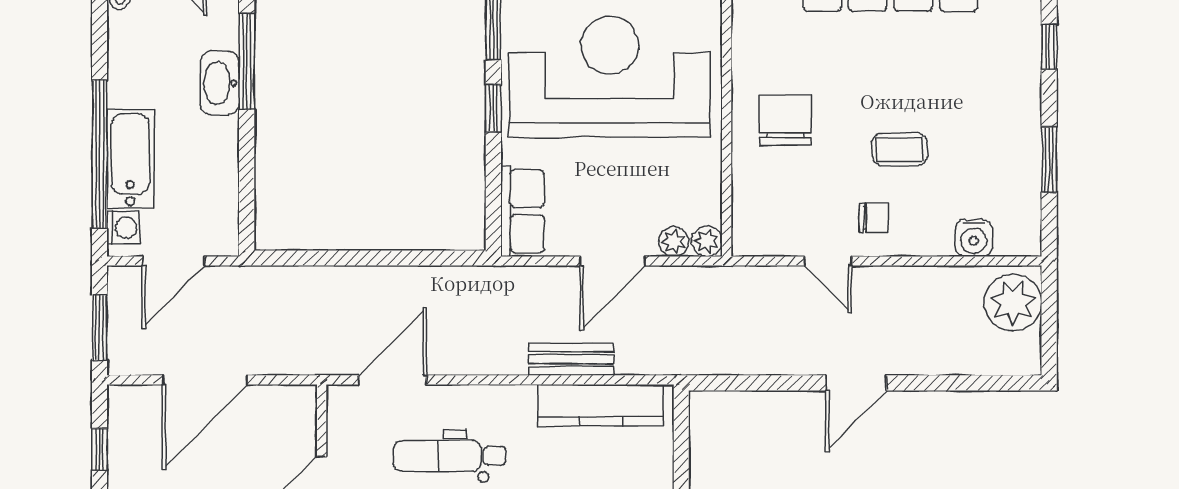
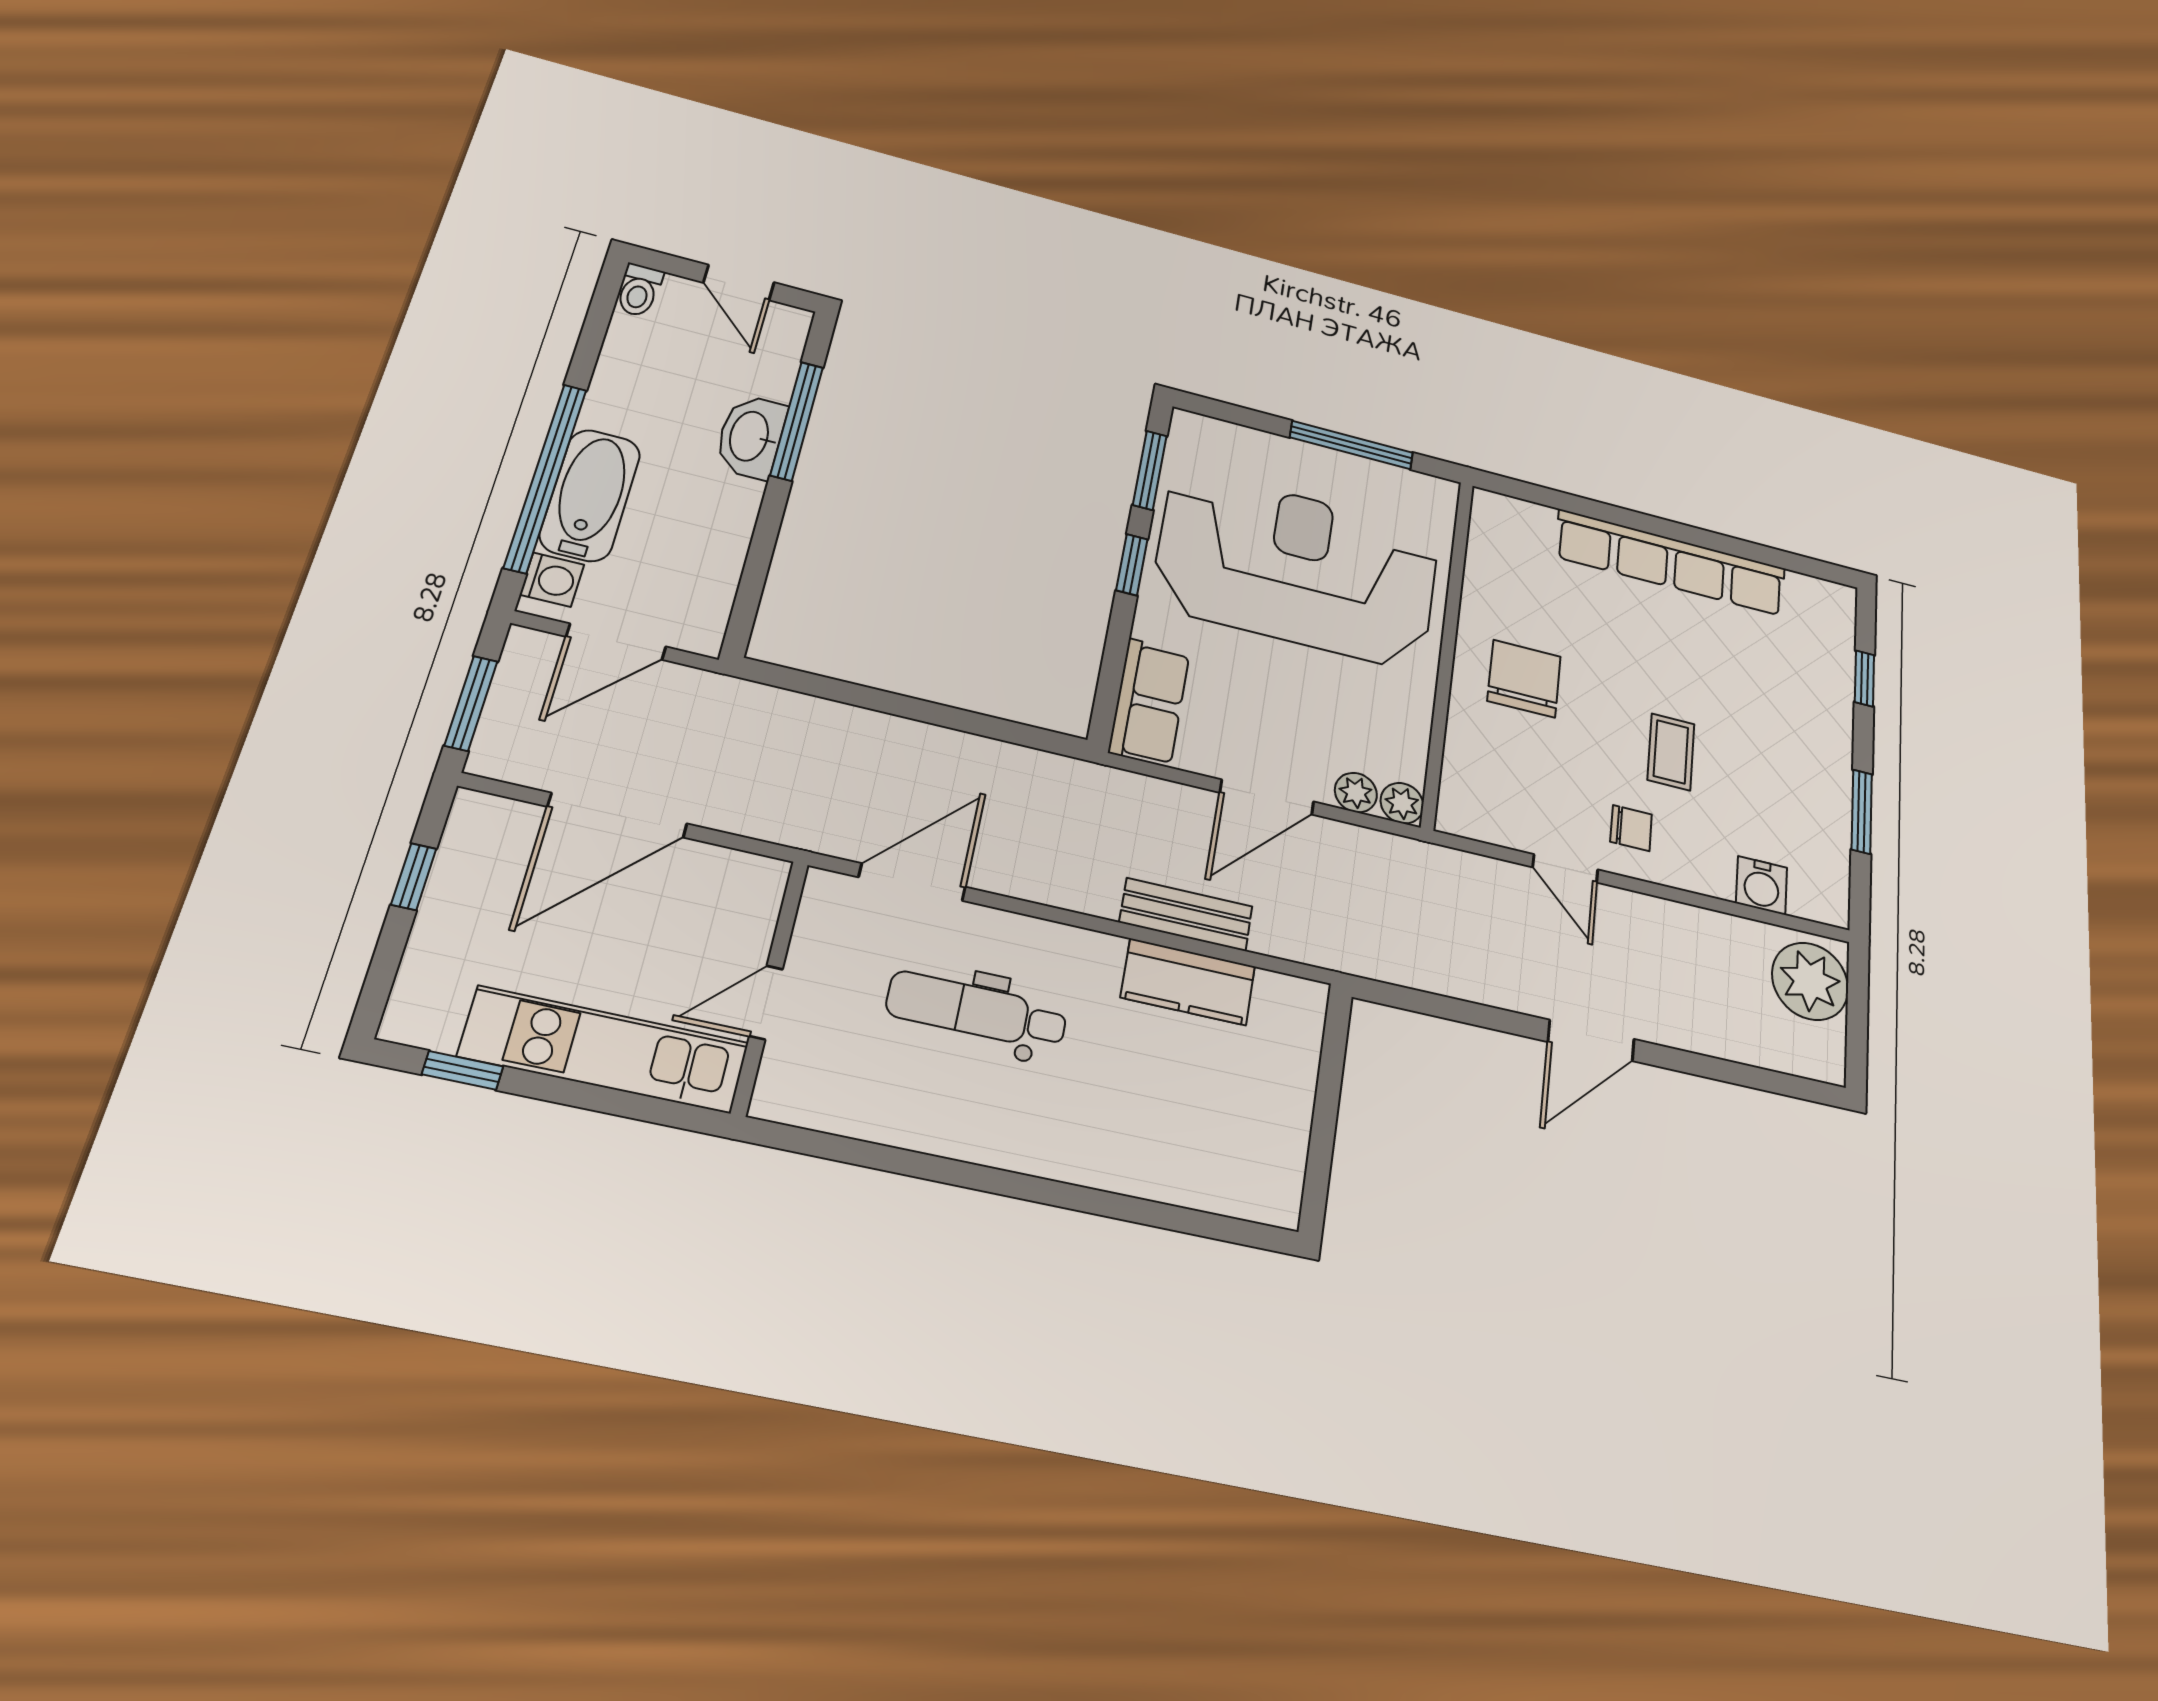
coffee table: (900, 150) -> (1671, 752), turned 90
kitchen counter: (601, 405) -> (1188, 982), width x0.67

